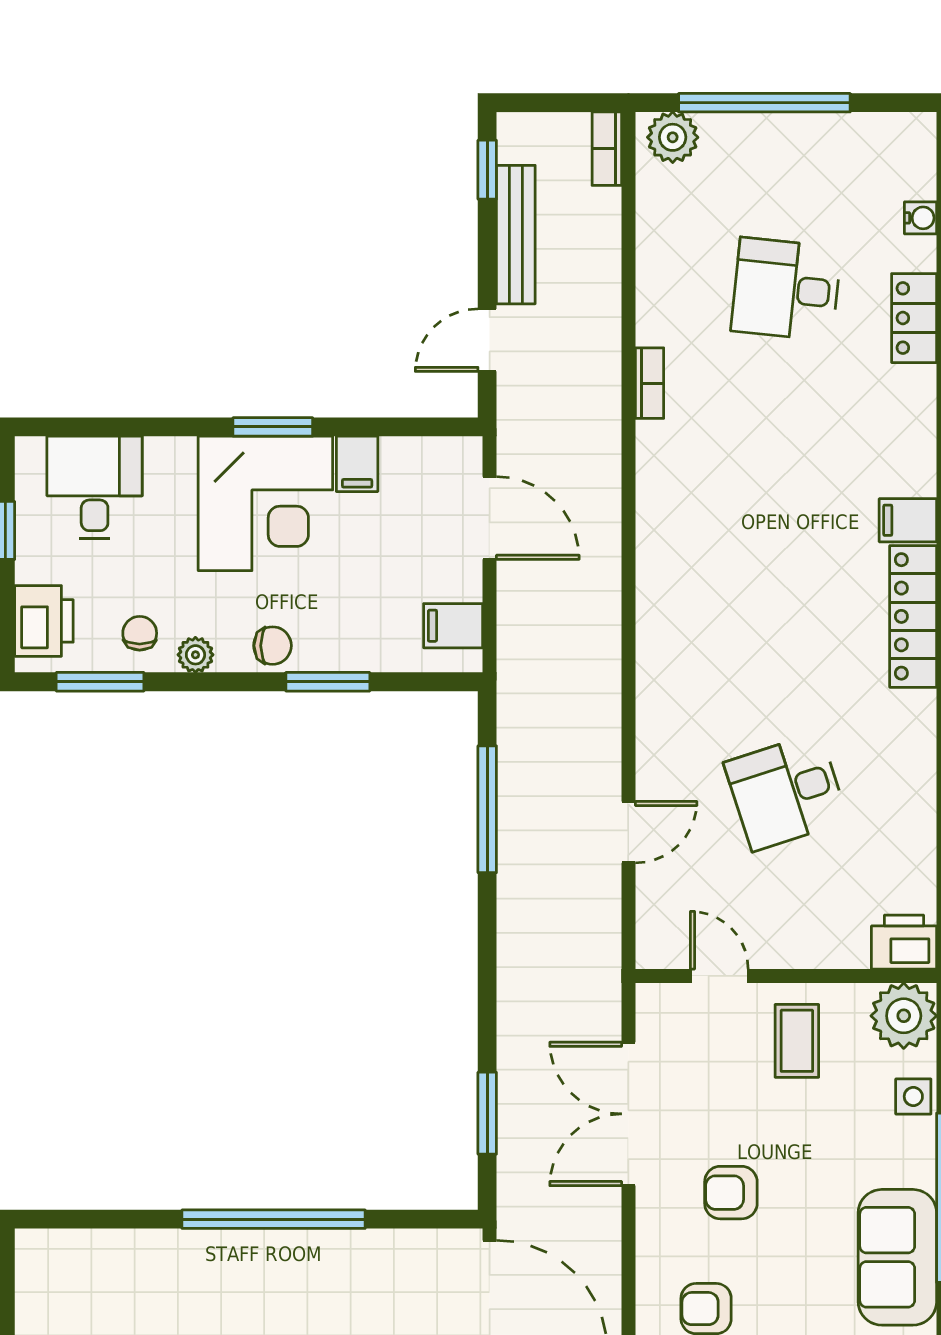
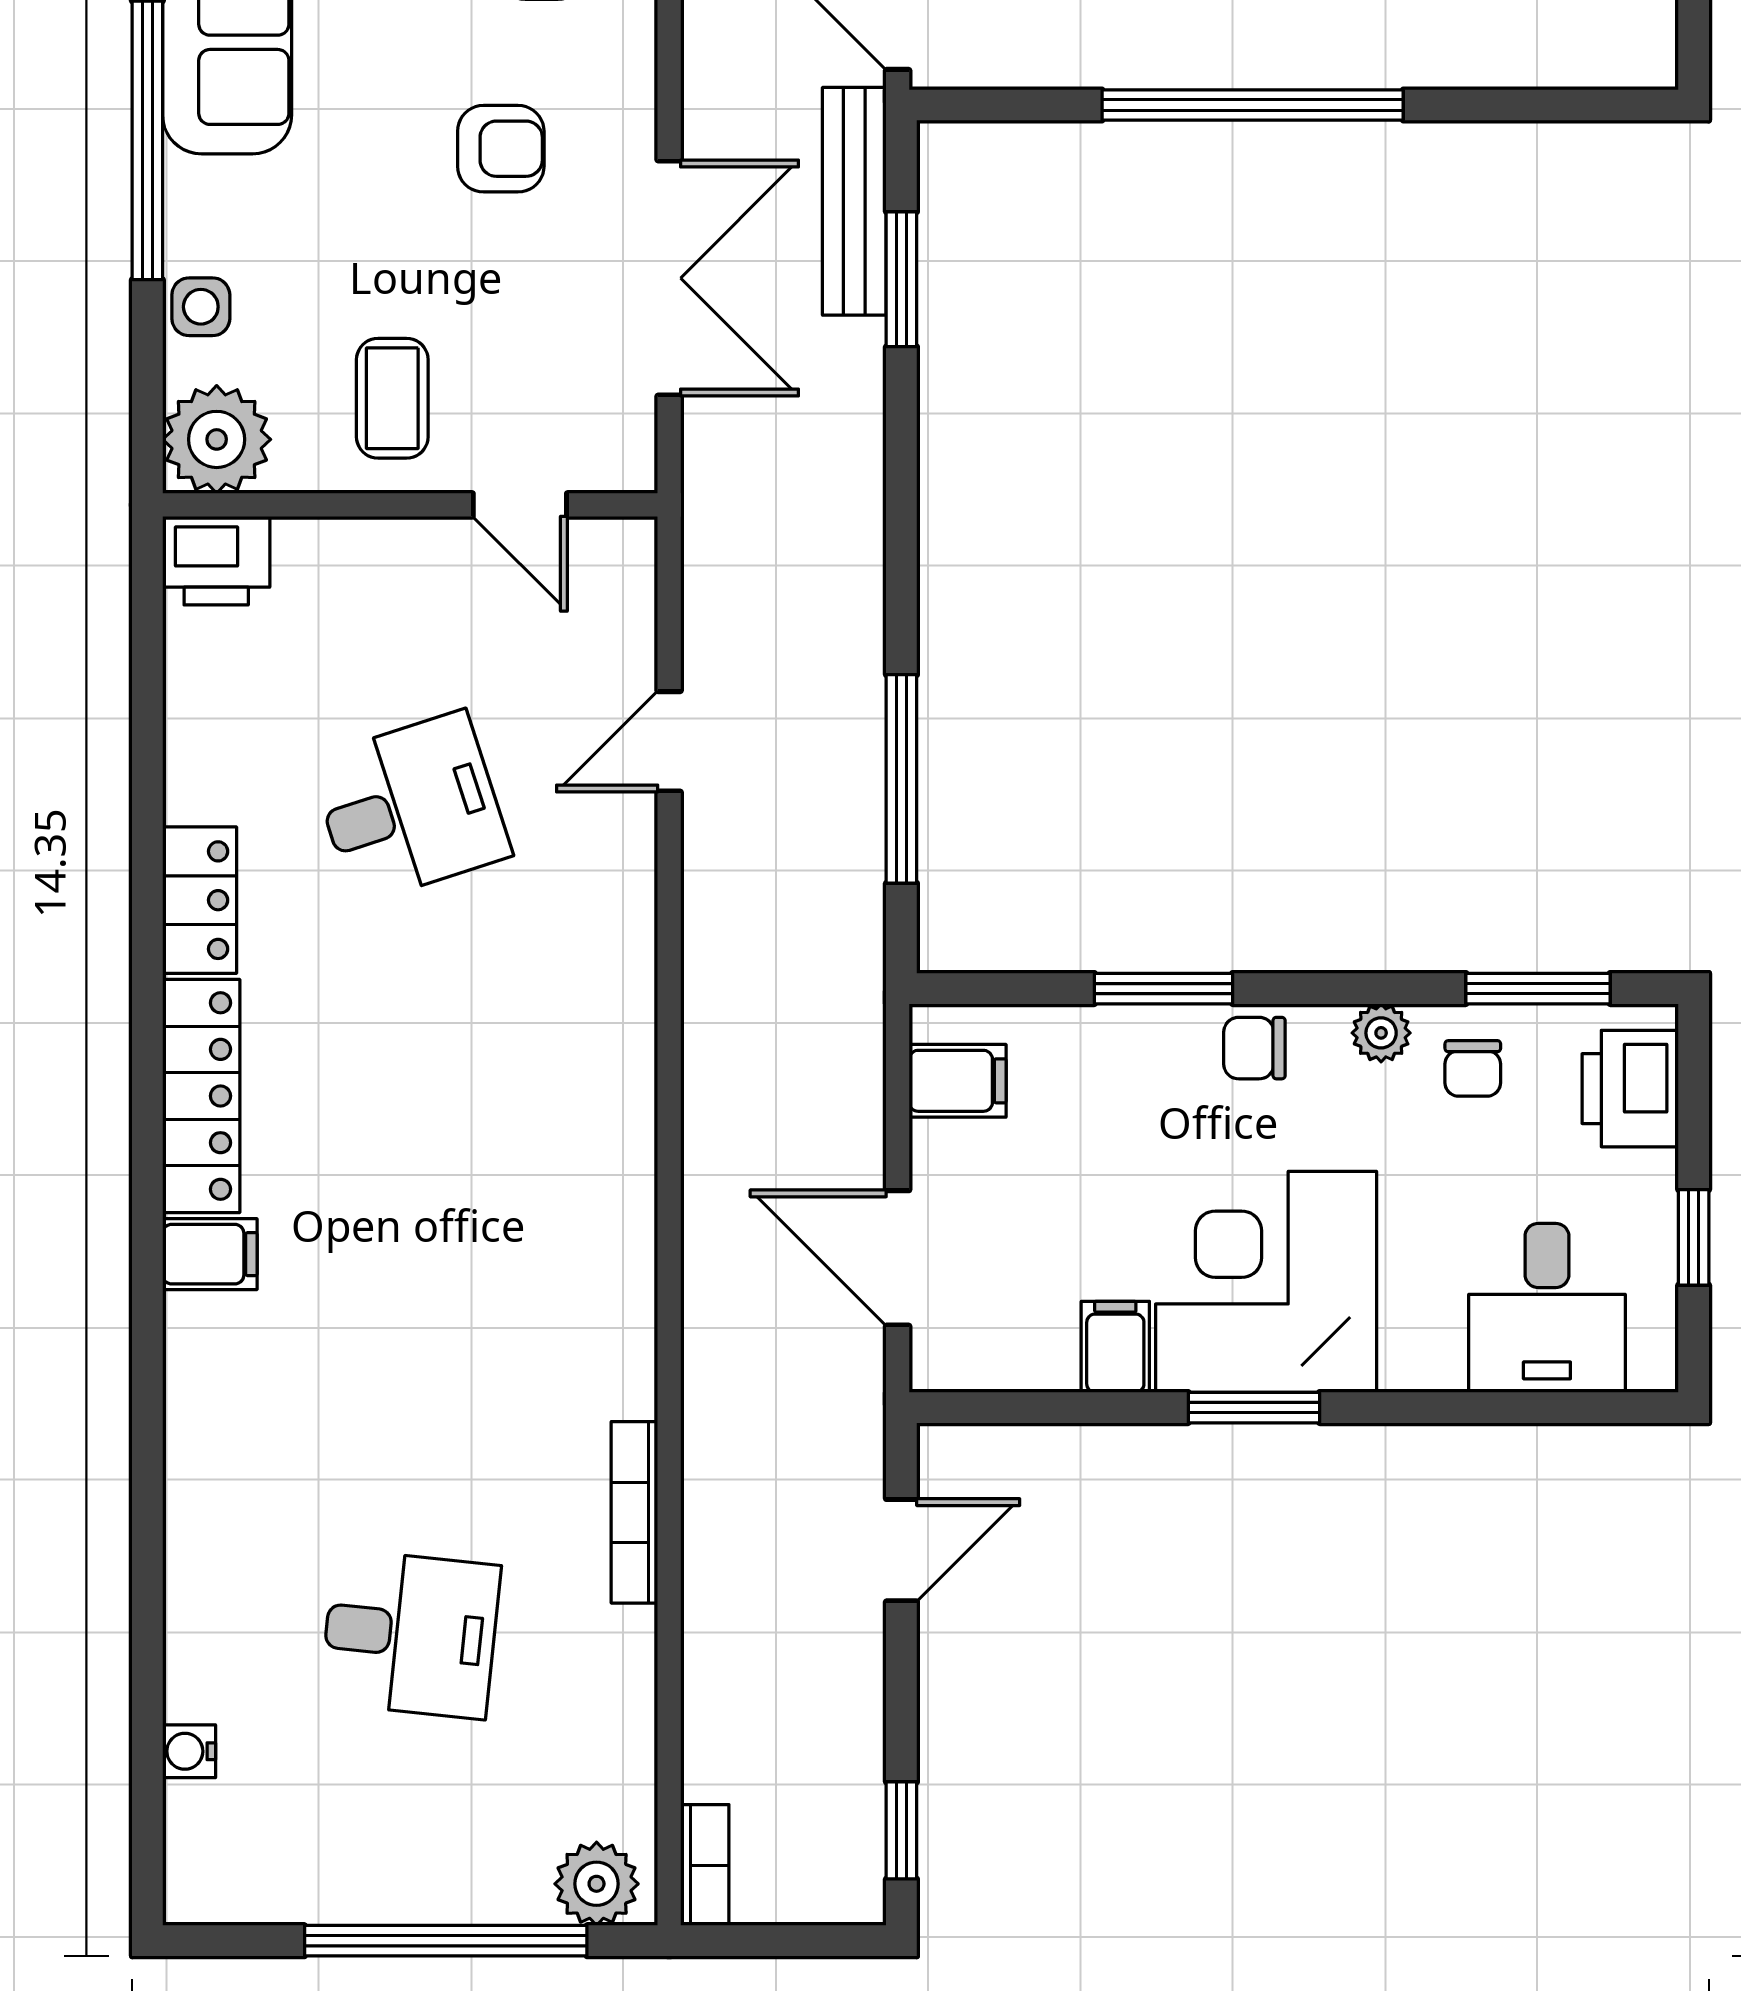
bench: (516, 235) -> (854, 201), moved
locker: (914, 318) -> (200, 900), moved
bookcase: (650, 383) -> (634, 1512), width x1.56

